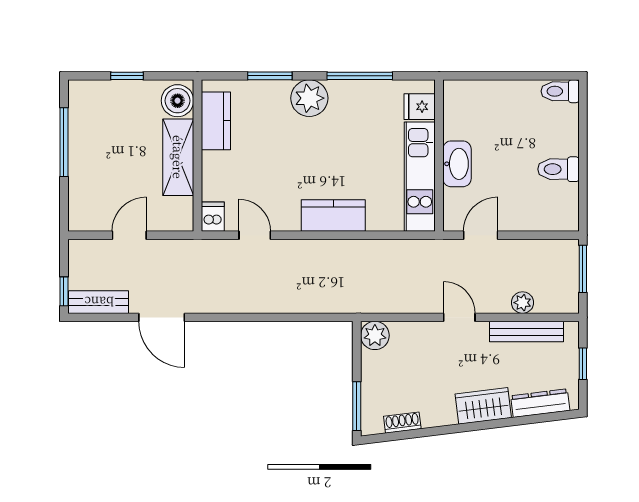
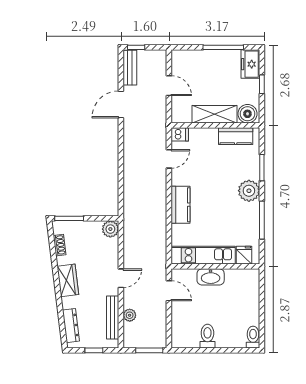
freezer: (92, 96) -> (250, 64), added
wardrobe: (483, 406) -> (68, 280), moved

